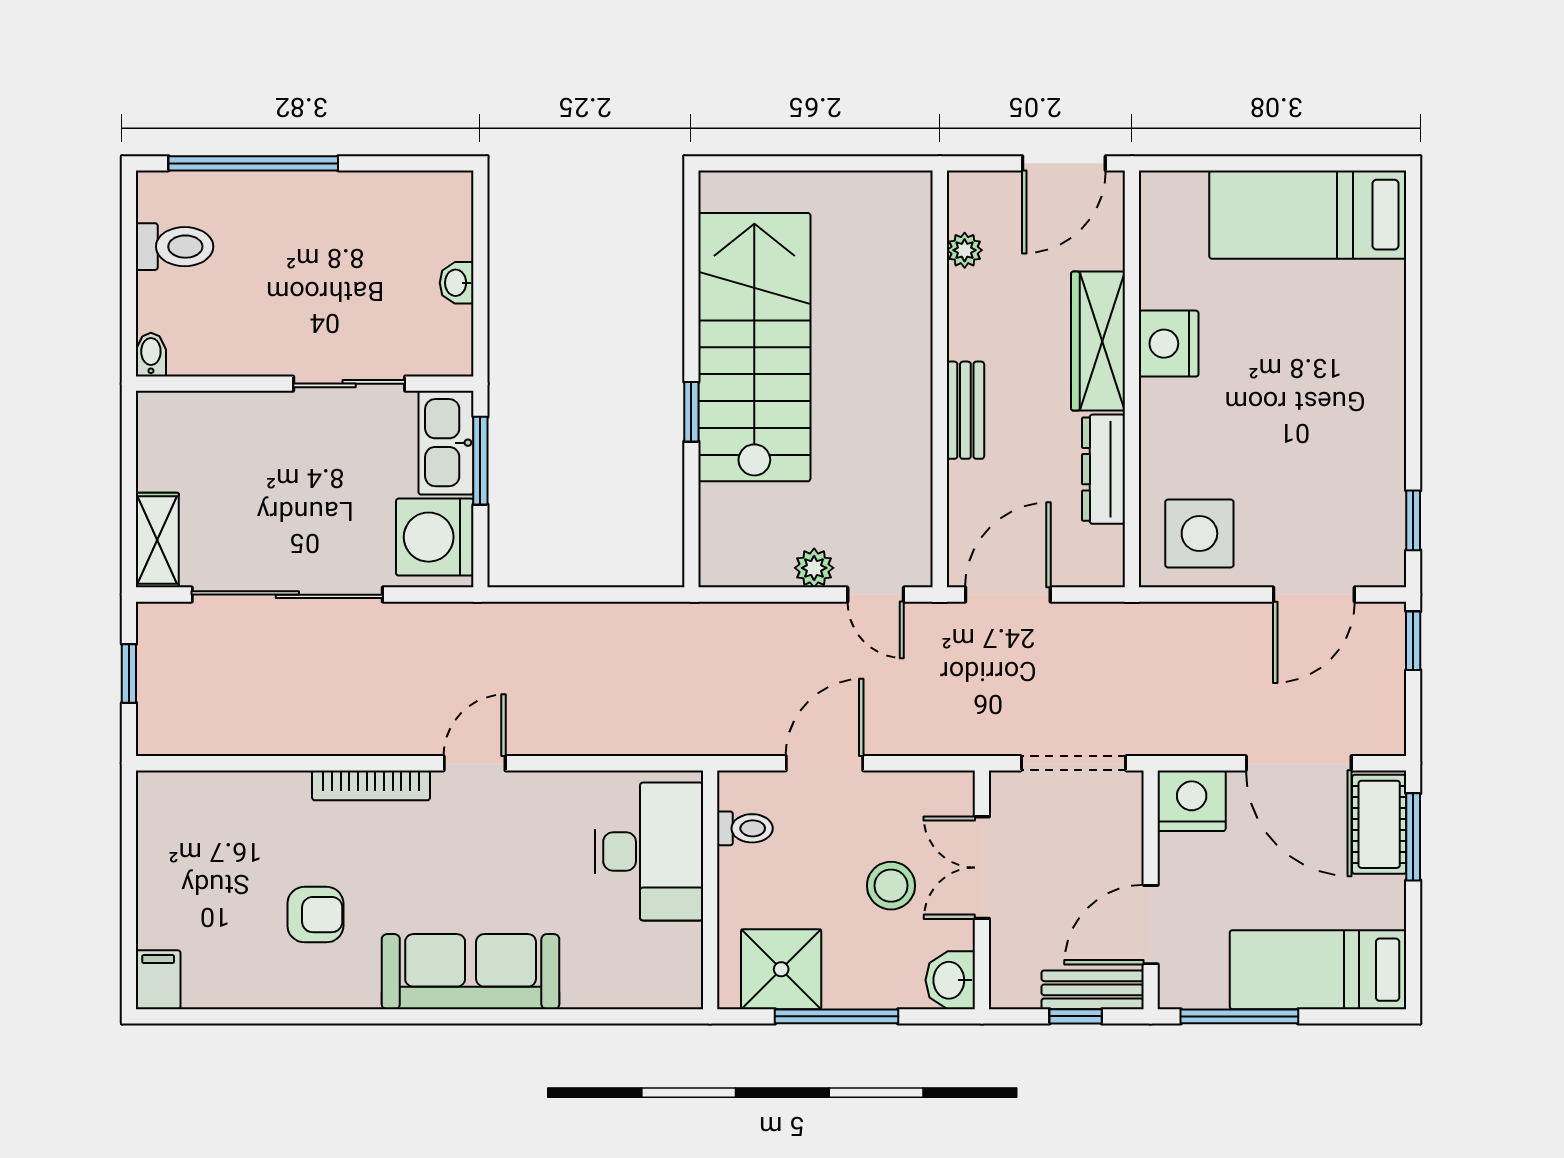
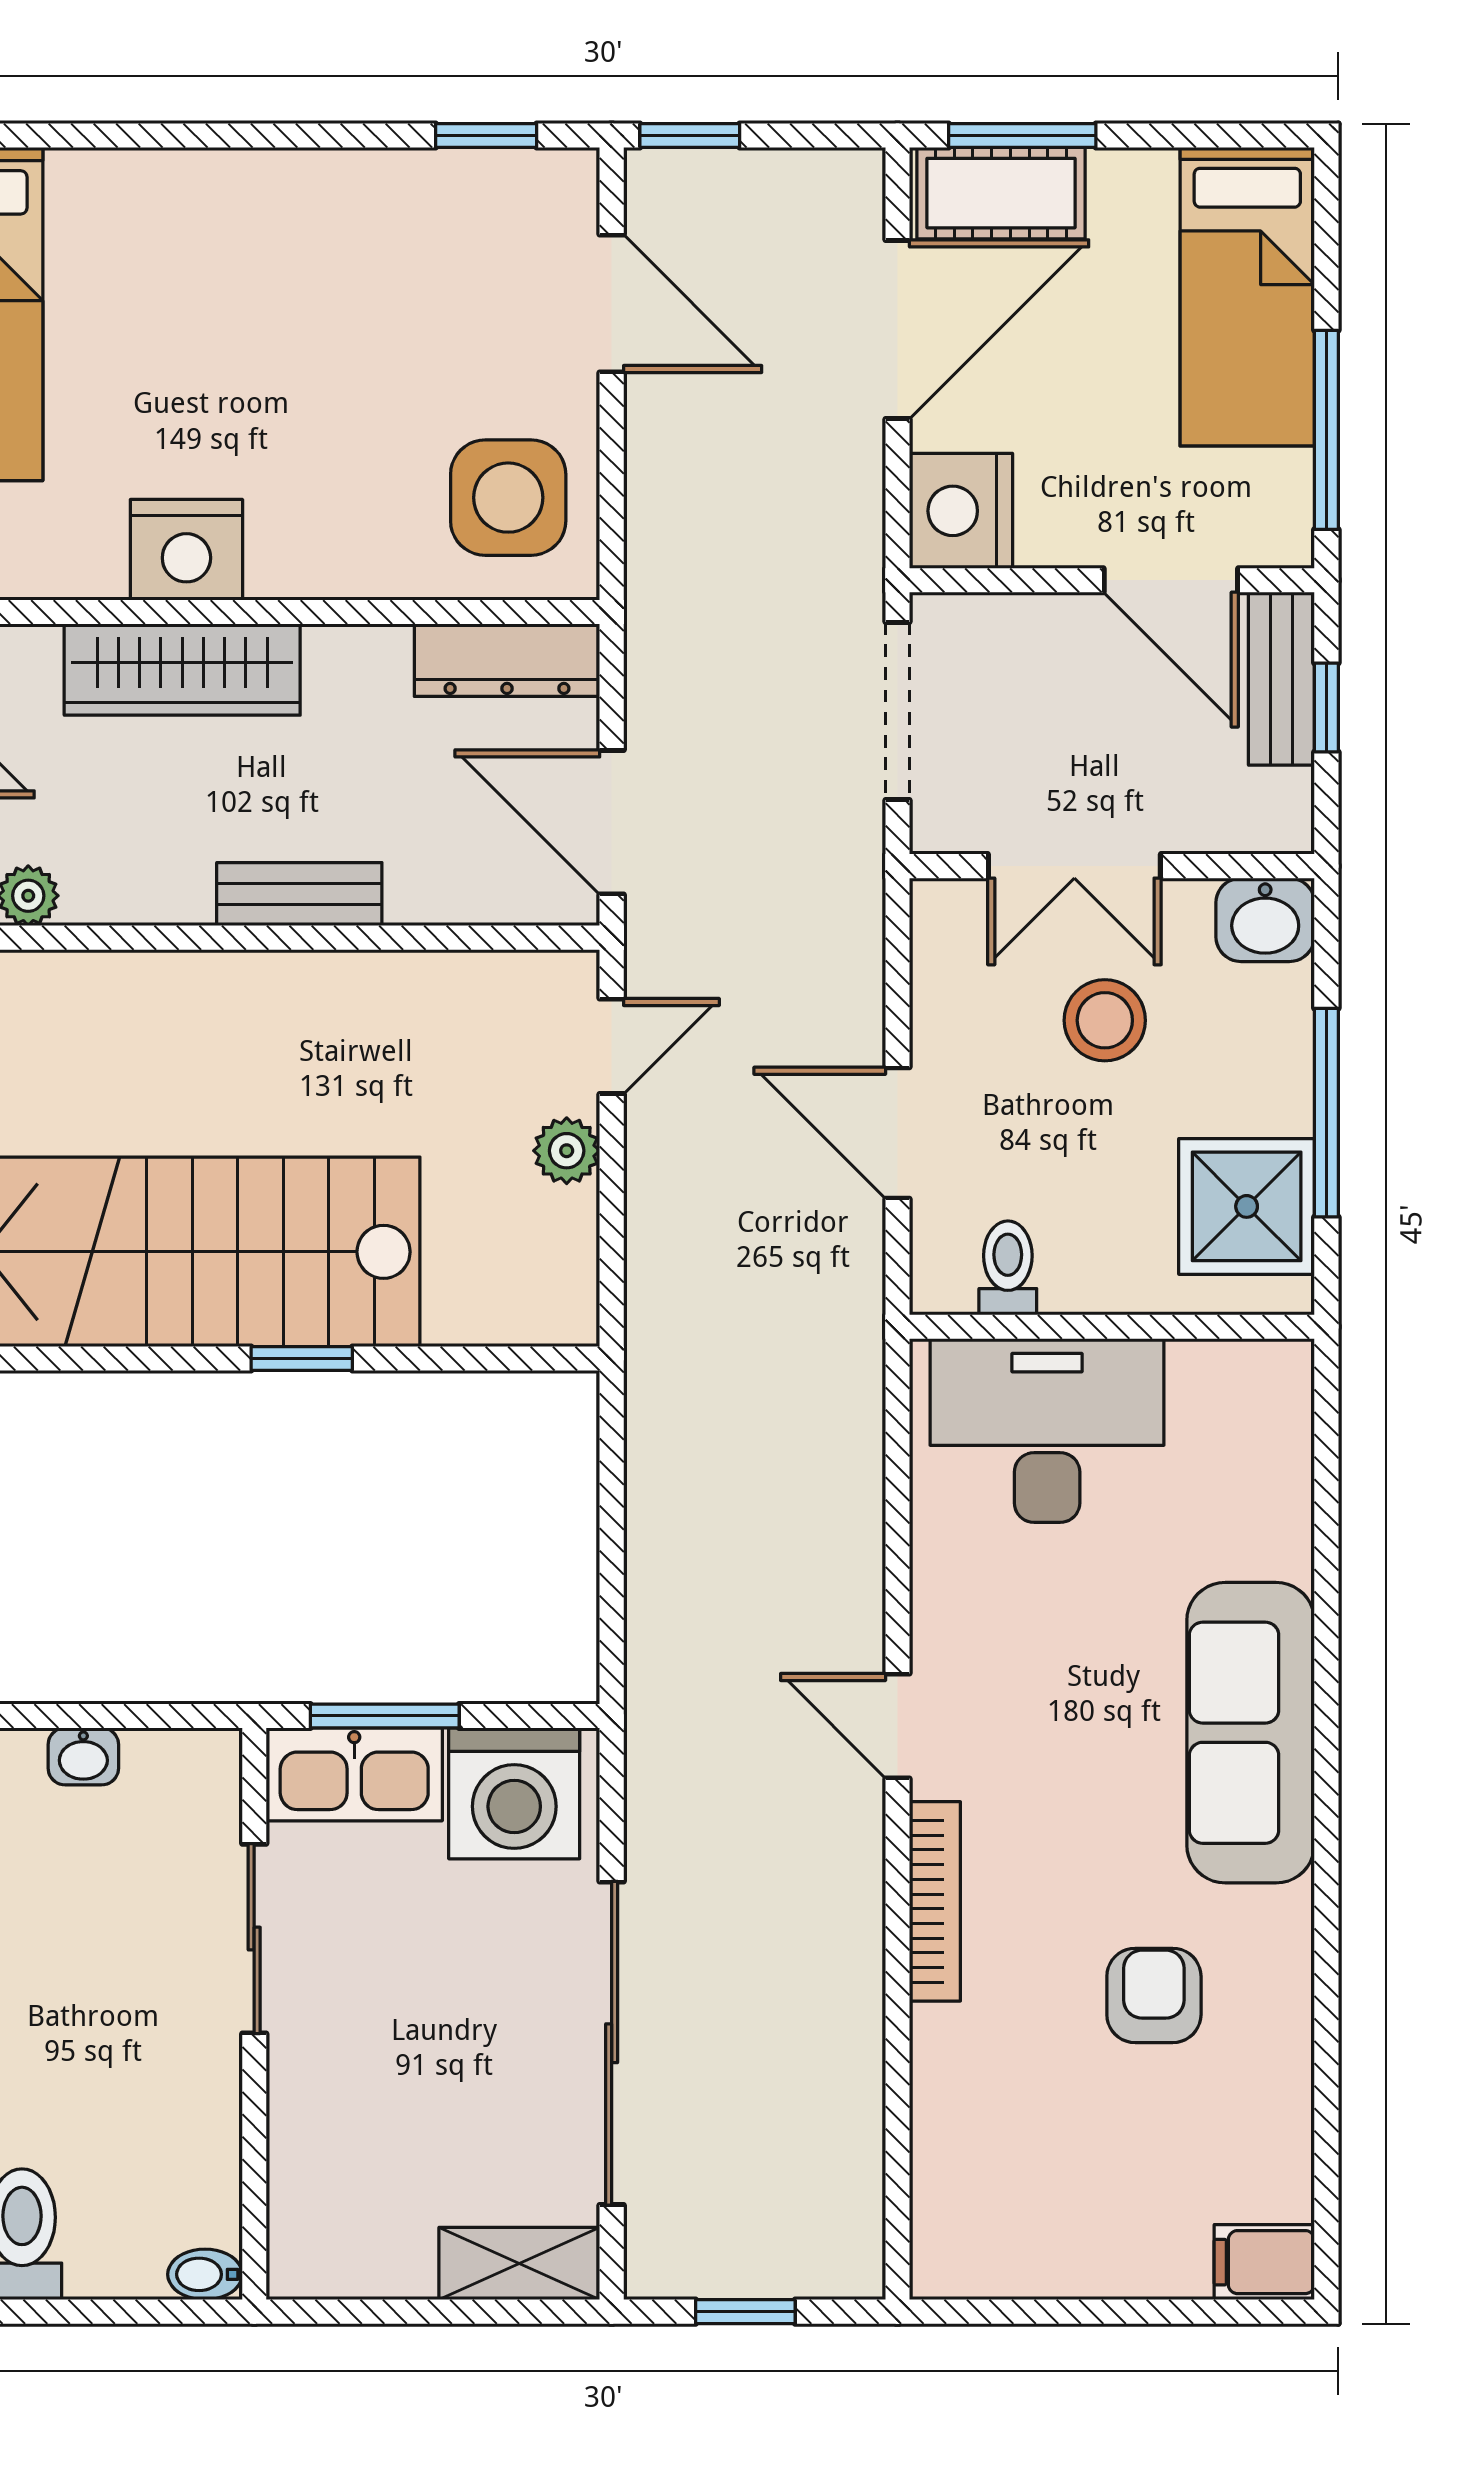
dresser: (1104, 469) -> (507, 660), moved

